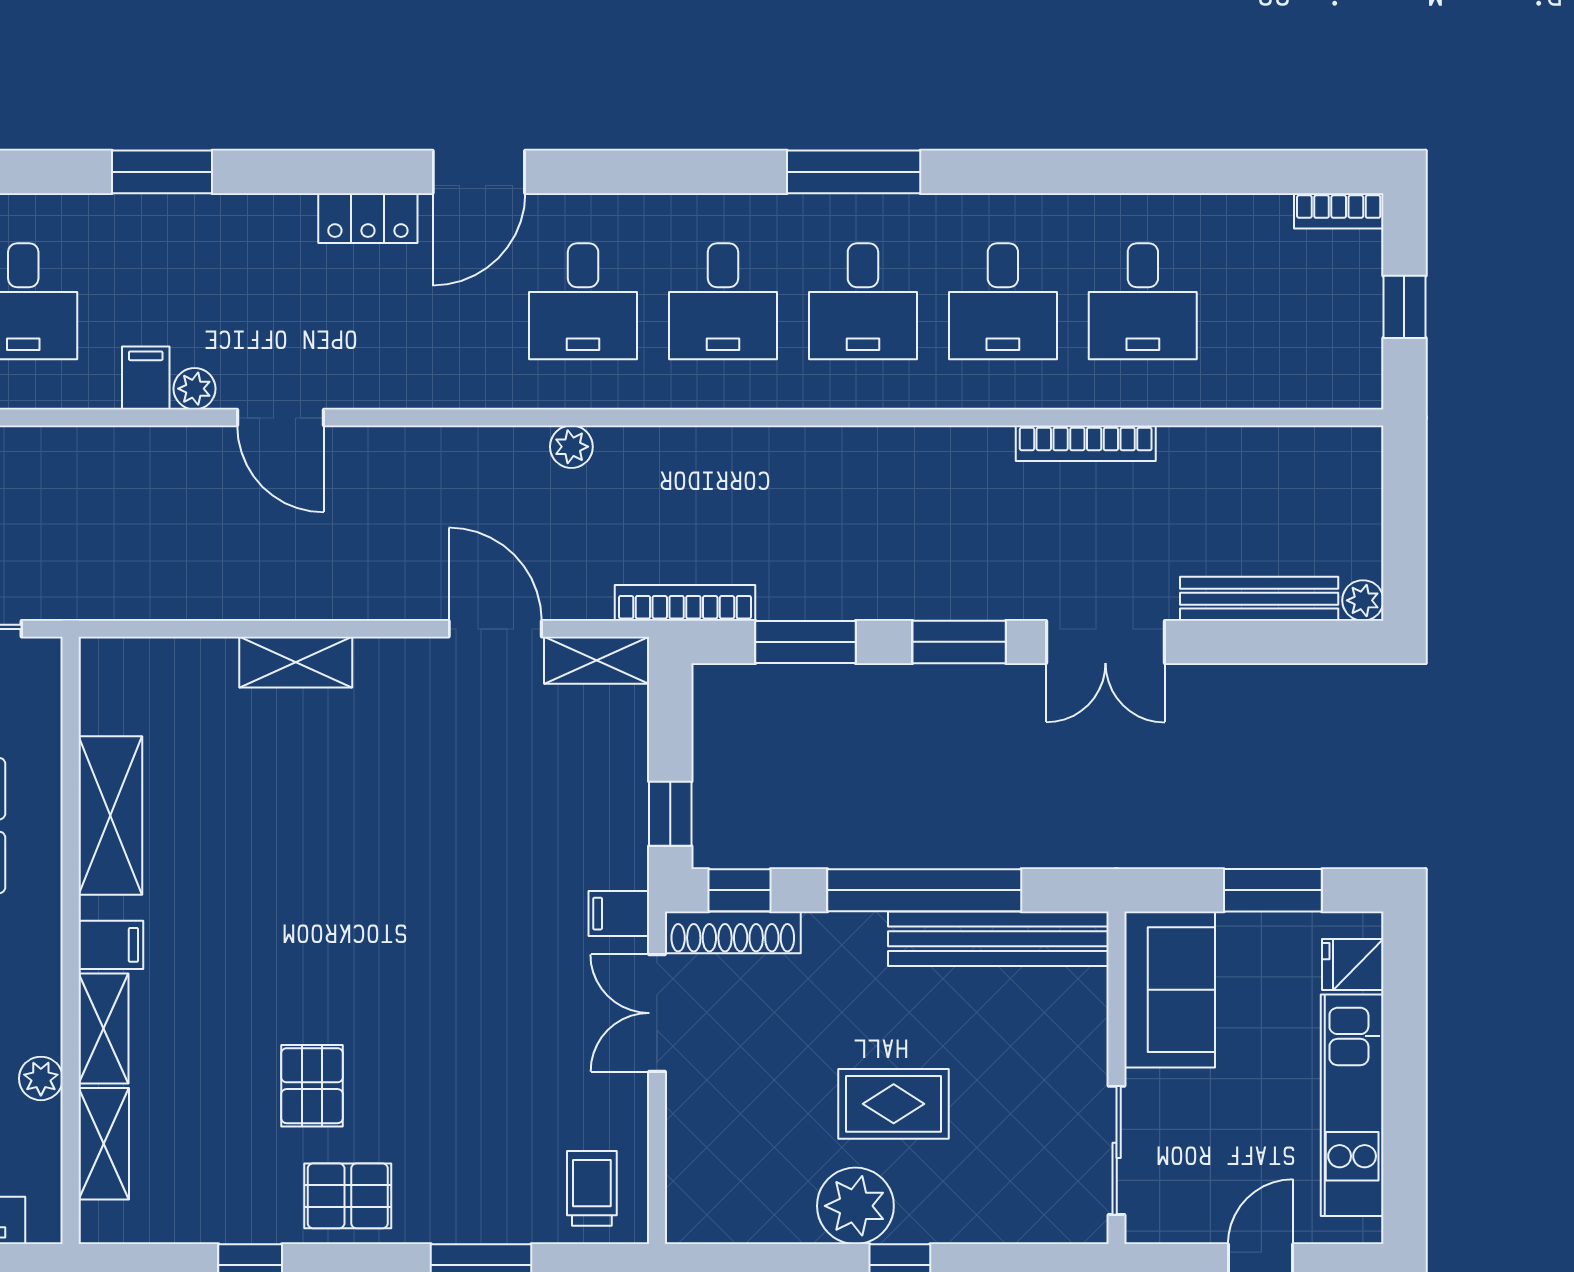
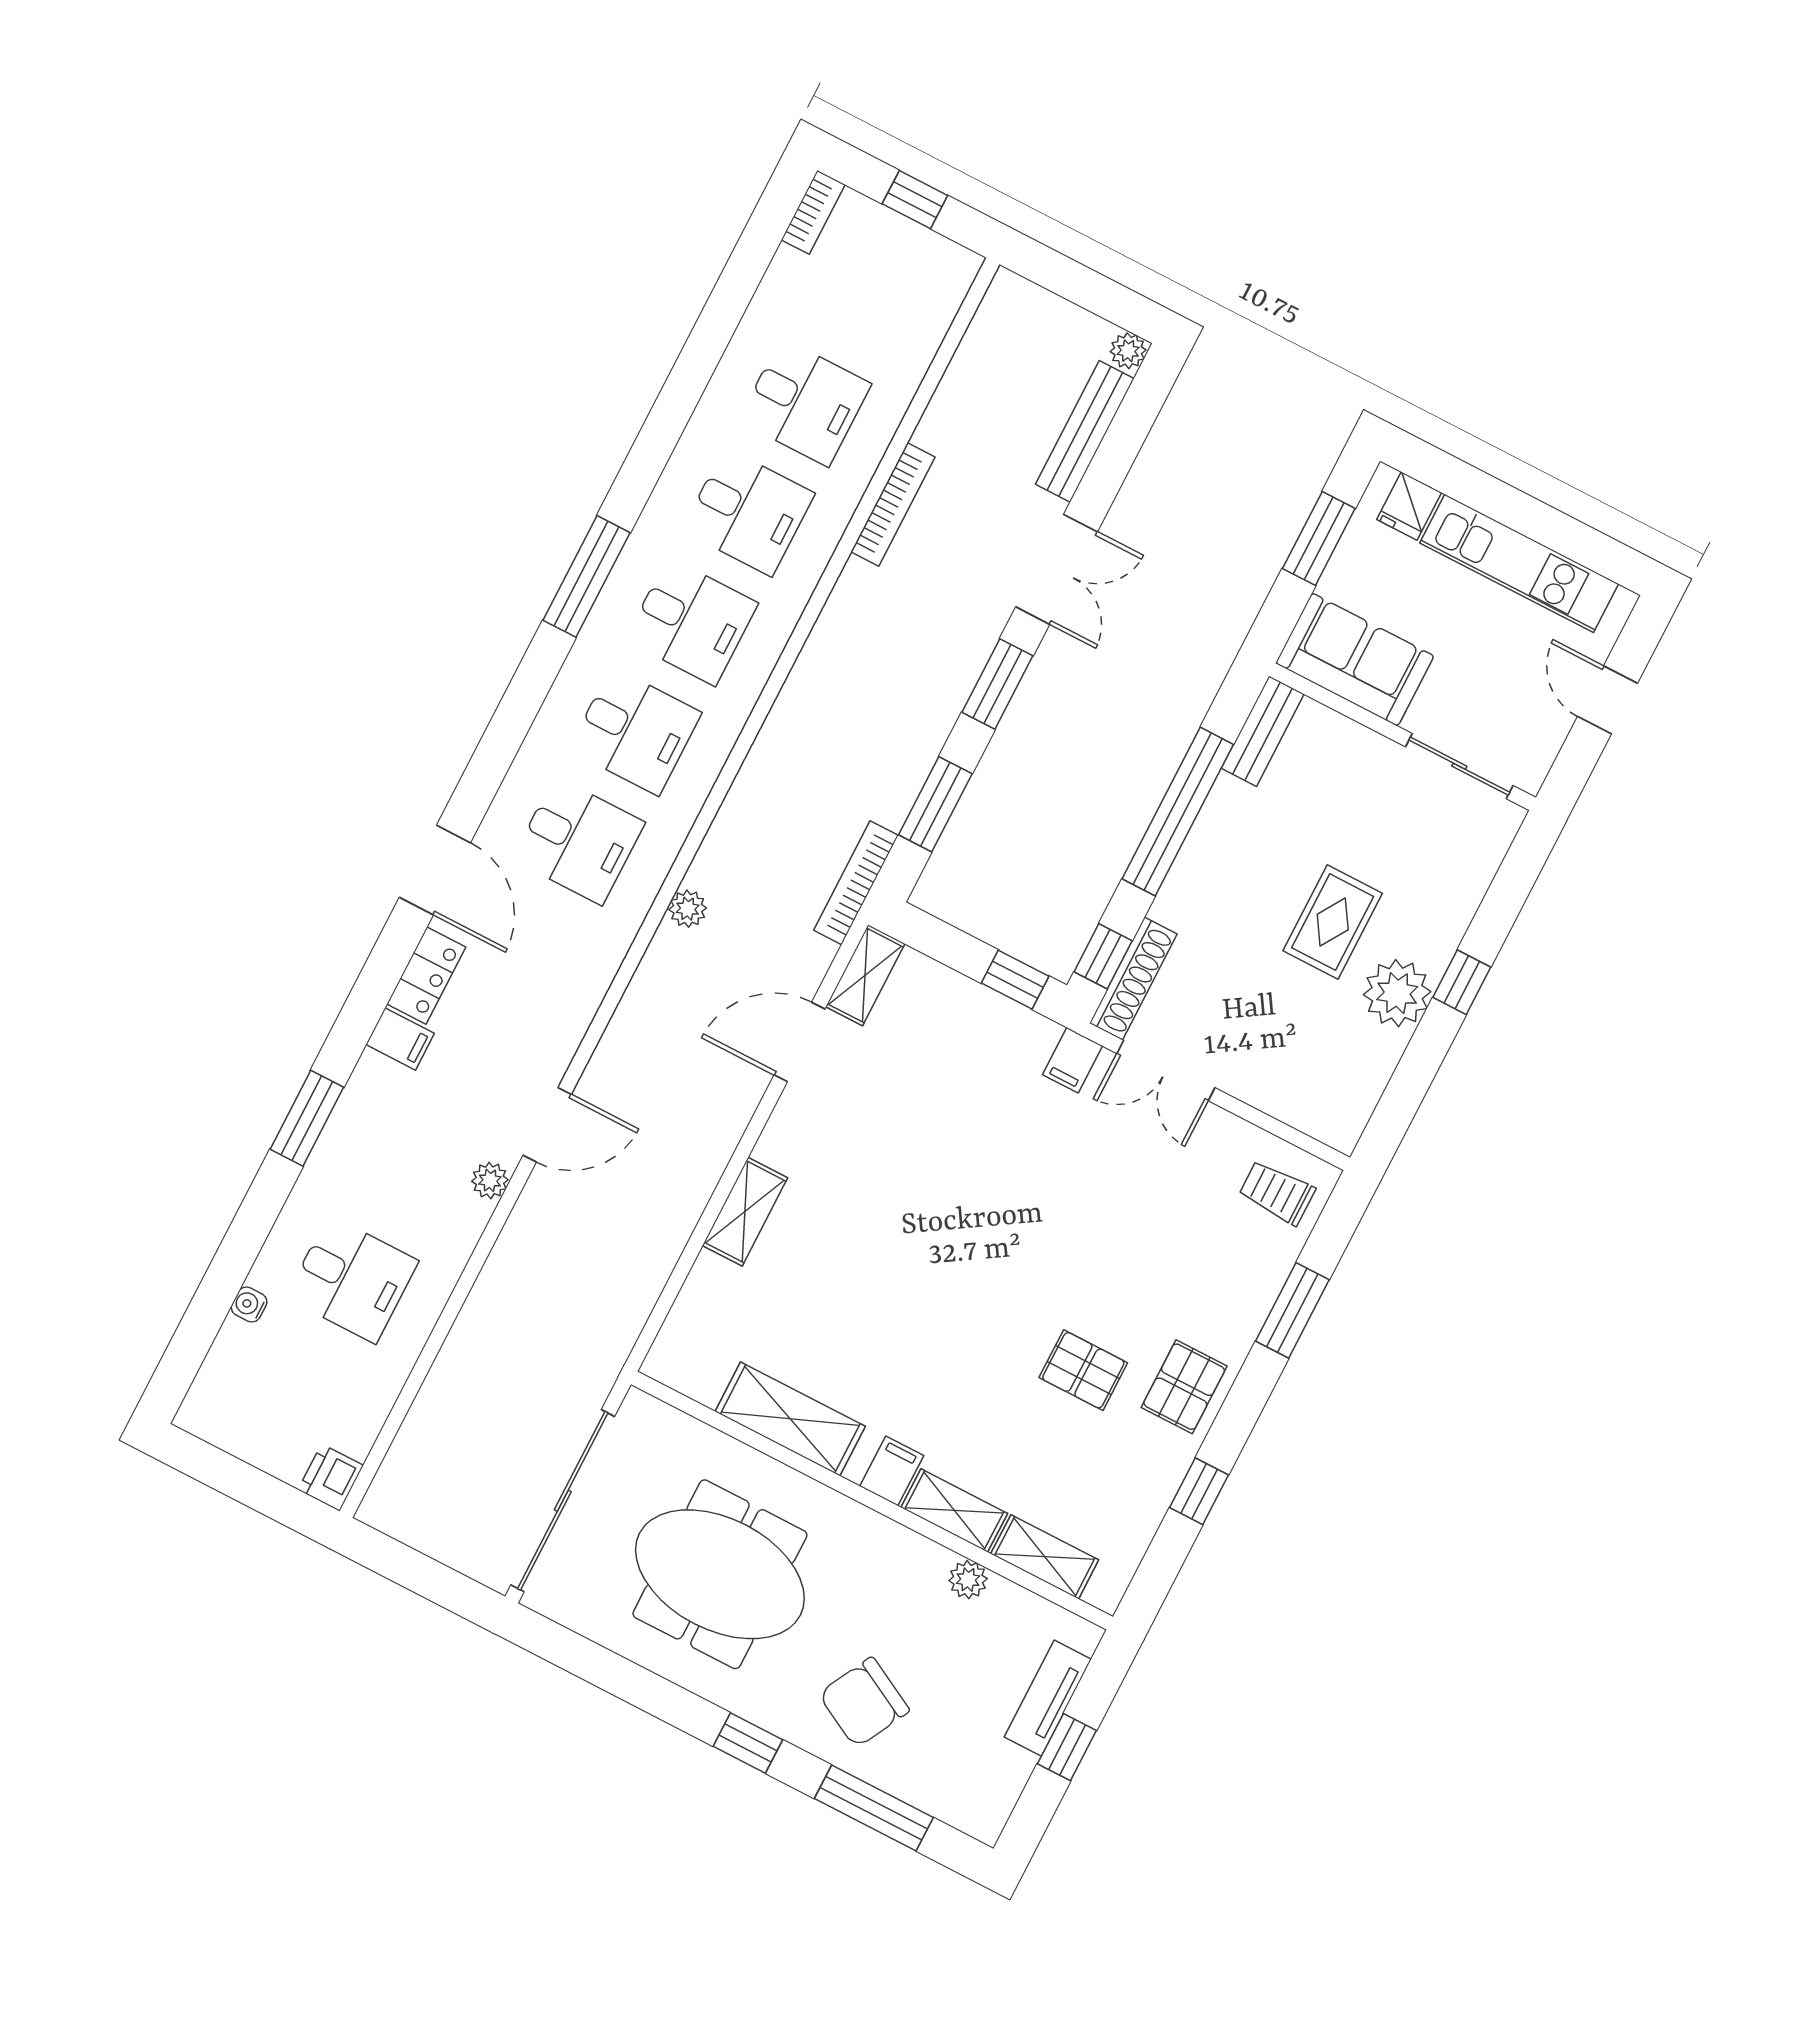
filing cabinet: (146, 378) -> (400, 1039), moved, turned 180
bench: (998, 939) -> (1263, 731), width x0.54, depth x0.82

